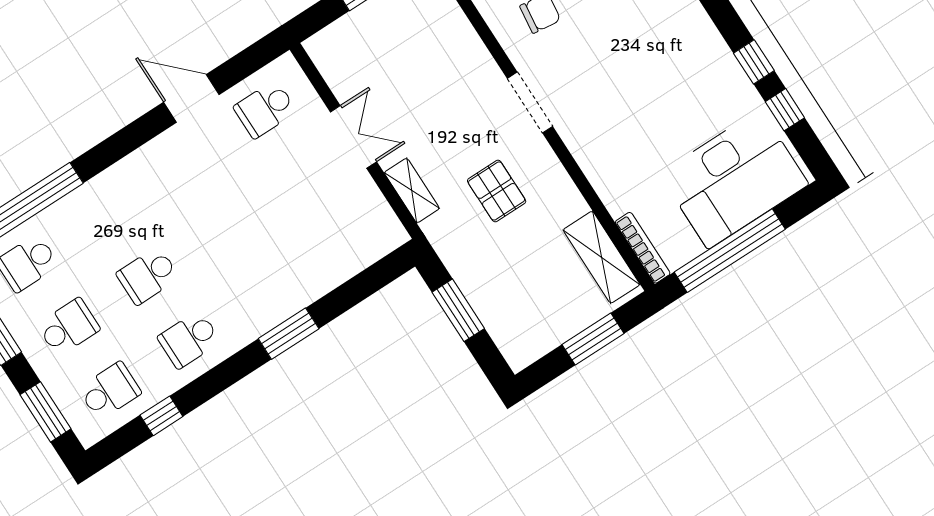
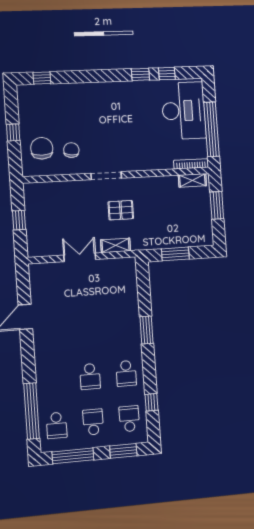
school desk: (265, 109) -> (47, 288), removed
pallet: (497, 191) -> (121, 210), moved
shelving: (602, 257) -> (192, 180), width x0.67, depth x0.75

